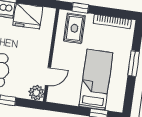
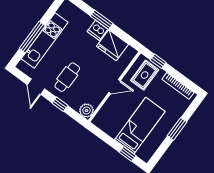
door: (48, 77) -> (115, 86), moved

